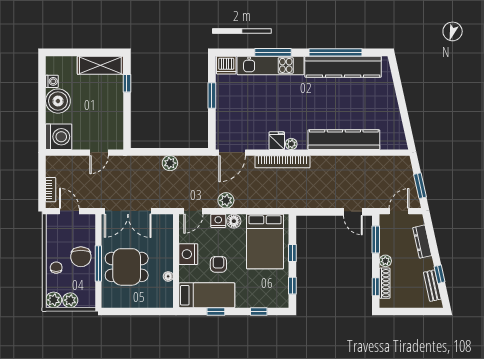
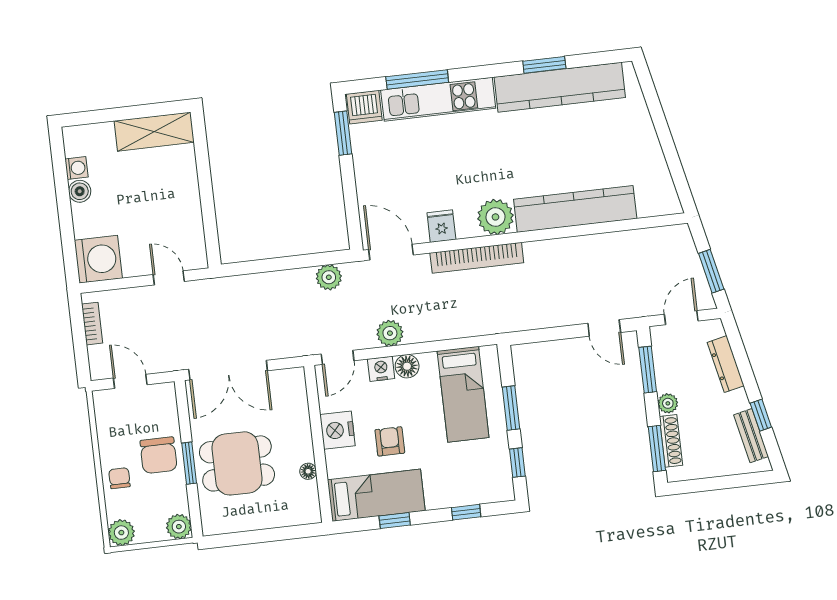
window: (273, 52) -> (417, 79), moved
window: (335, 52) -> (544, 65), width x0.47
window: (127, 83) -> (202, 157), removed
window: (212, 95) -> (343, 133), moved
boiler: (58, 101) -> (80, 191), width x0.54, depth x0.54
fridge: (277, 141) -> (441, 226), moved
plant: (291, 144) -> (495, 217), width x1.87, depth x1.87
door: (99, 153) -> (169, 278), swing flipped
door: (232, 153) -> (391, 252), swing flipped
plant: (170, 163) -> (329, 277), moved
bookcase: (51, 190) -> (92, 324), moved
bed: (265, 241) -> (463, 394), width x0.67
window: (292, 253) -> (511, 408), width x1.50
window: (98, 263) -> (189, 463), width x0.69
window: (376, 287) -> (657, 449), width x1.50
plant: (70, 300) -> (179, 527), moved

